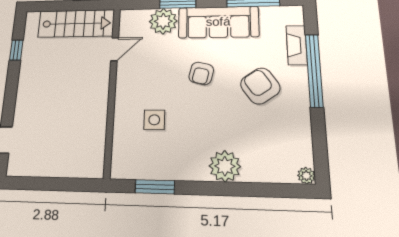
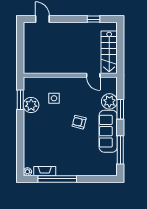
fireplace: (297, 45) -> (45, 171), moved
window: (314, 70) -> (57, 179), moved
armchair: (260, 86) -> (72, 152), removed
plant: (225, 166) -> (31, 105), moved

